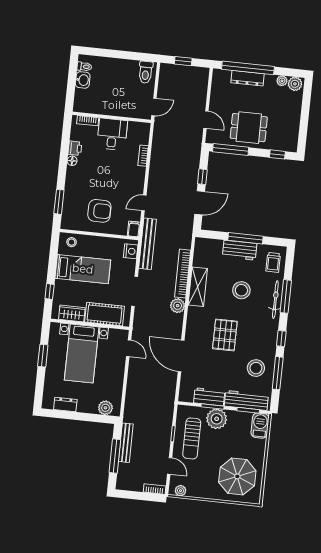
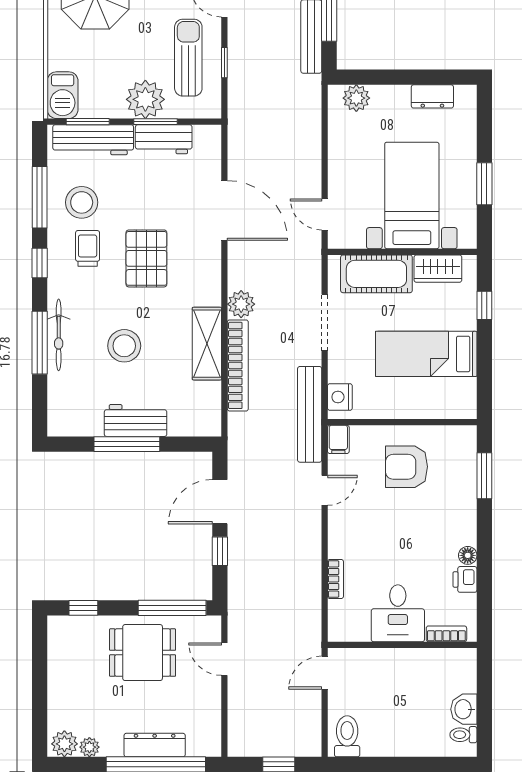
stool: (72, 242) -> (453, 402), removed
trolley: (273, 262) -> (88, 248), moved

